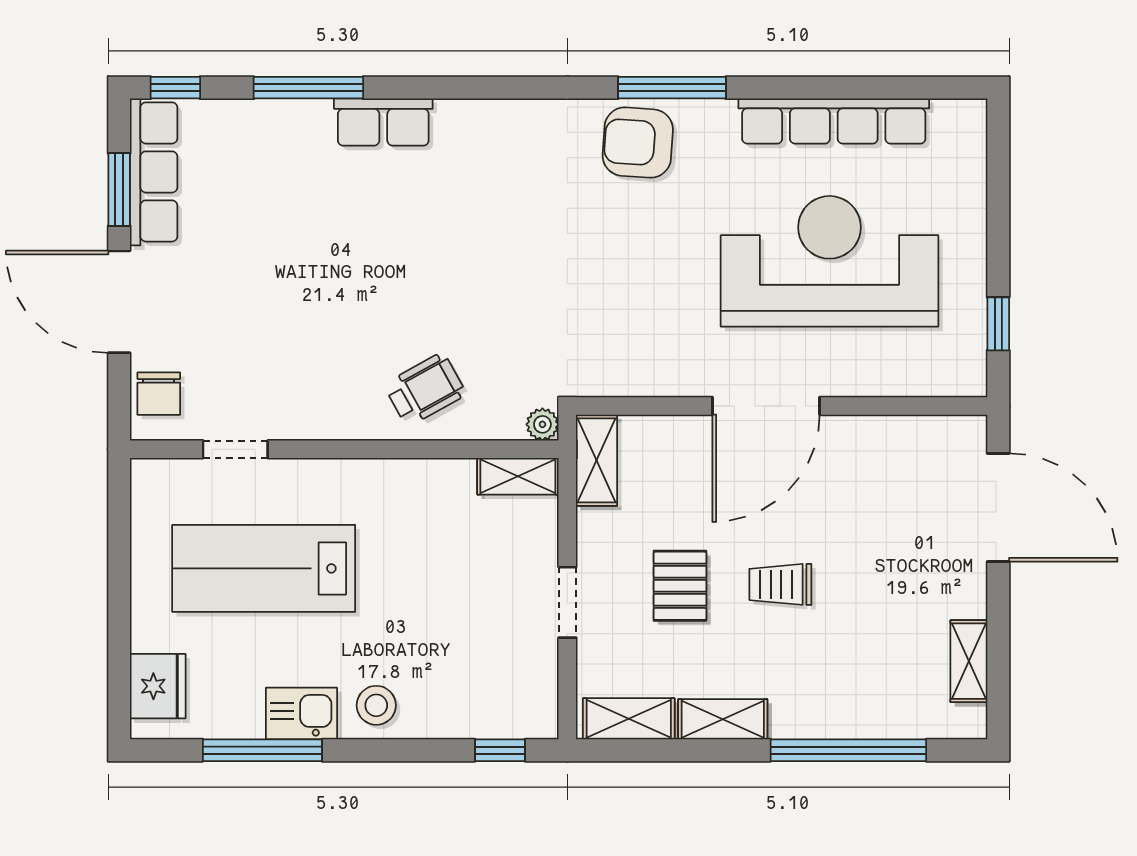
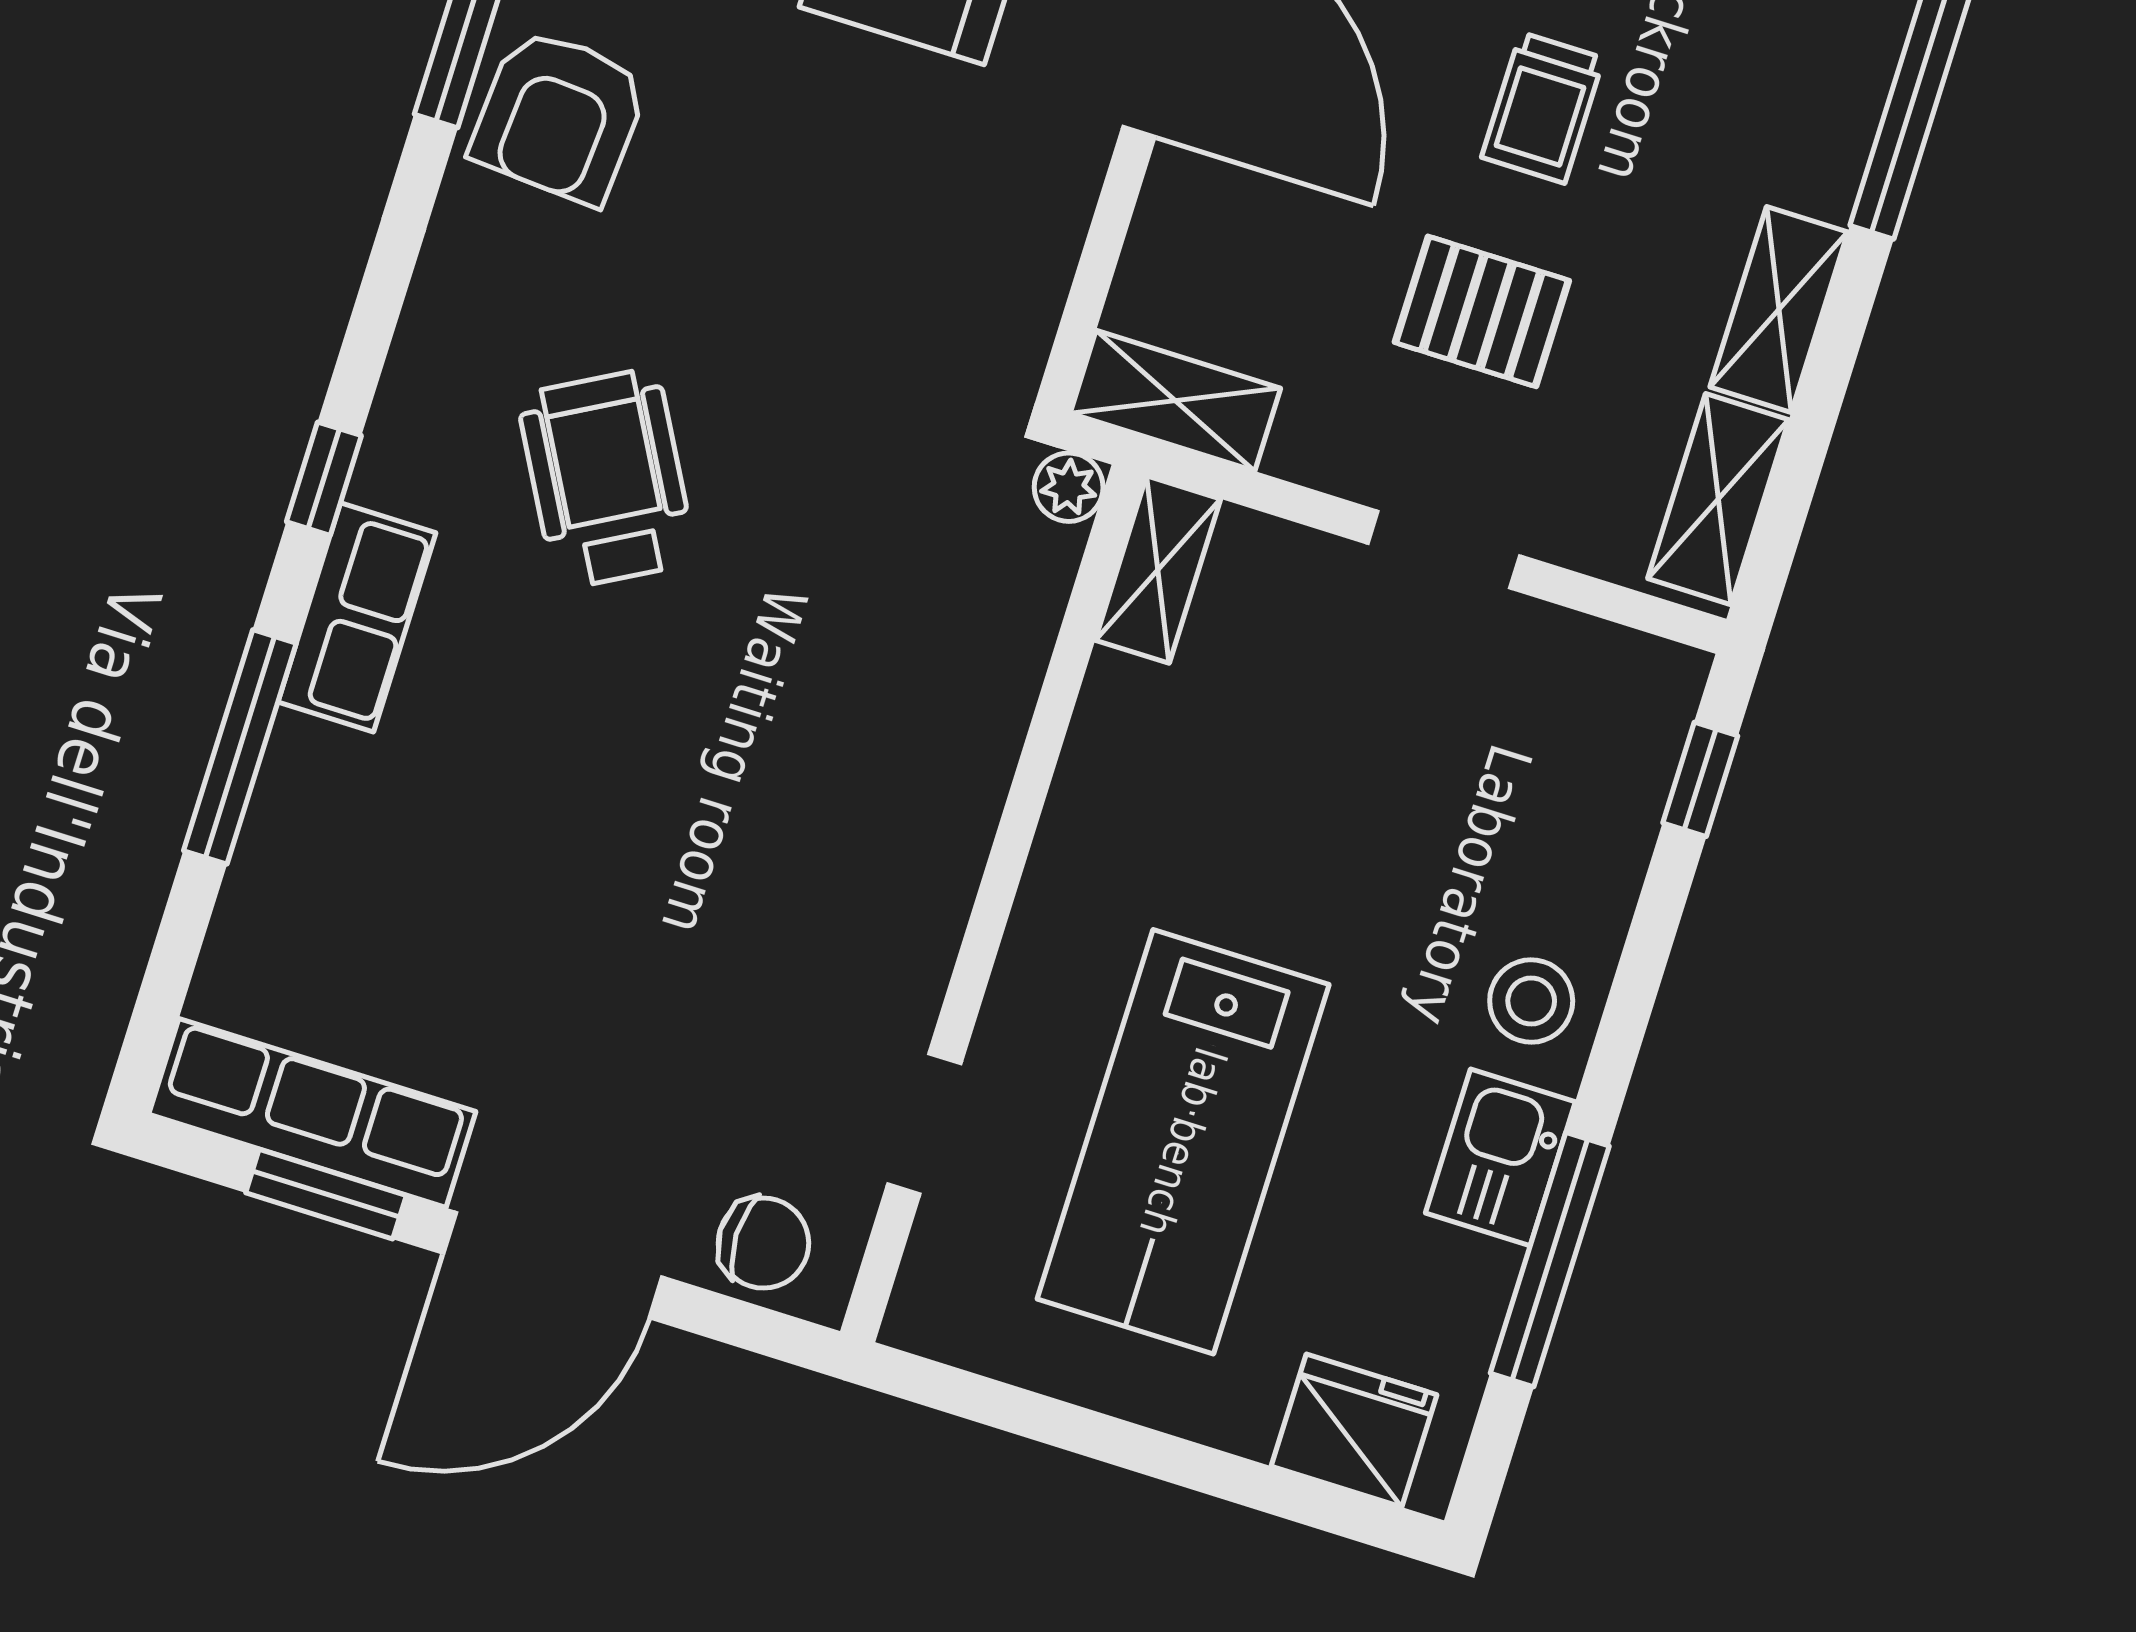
window: (175, 88) -> (324, 479), moved
wheelchair: (425, 389) -> (607, 479), moved, width x1.36, depth x1.37

